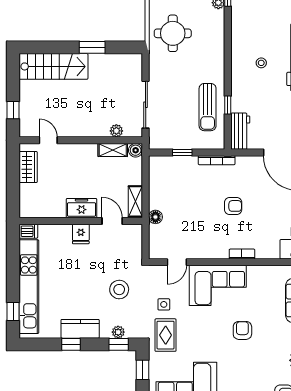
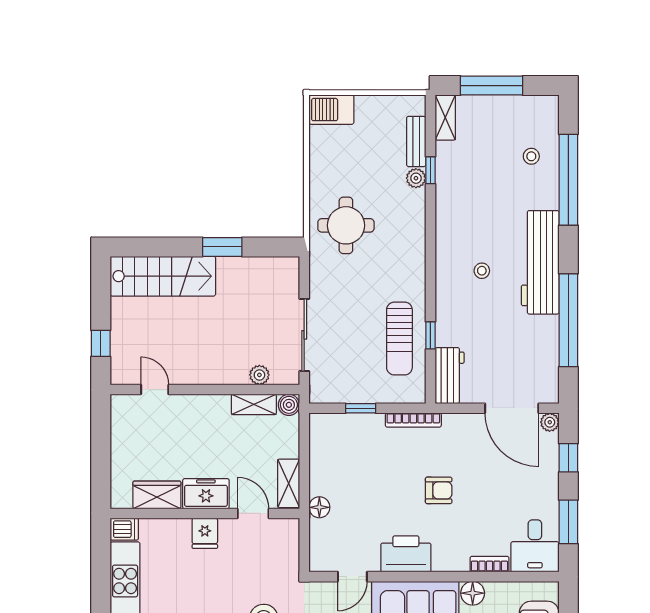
wardrobe: (28, 167) -> (157, 495), moved, turned -90
printer: (212, 247) -> (406, 554), added
bookcase: (242, 254) -> (490, 564), moved
floor lamp: (255, 273) -> (473, 593), added

